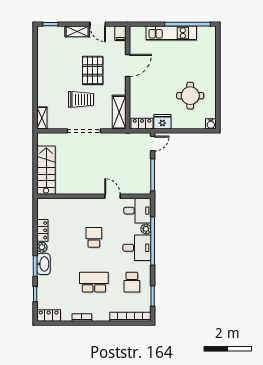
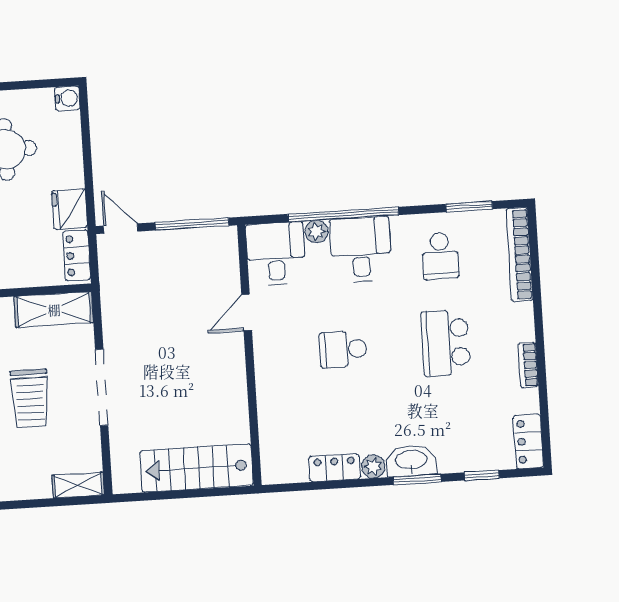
trolley: (81, 99) -> (30, 398), turned 180
school desk: (132, 282) -> (440, 256), turned 90

